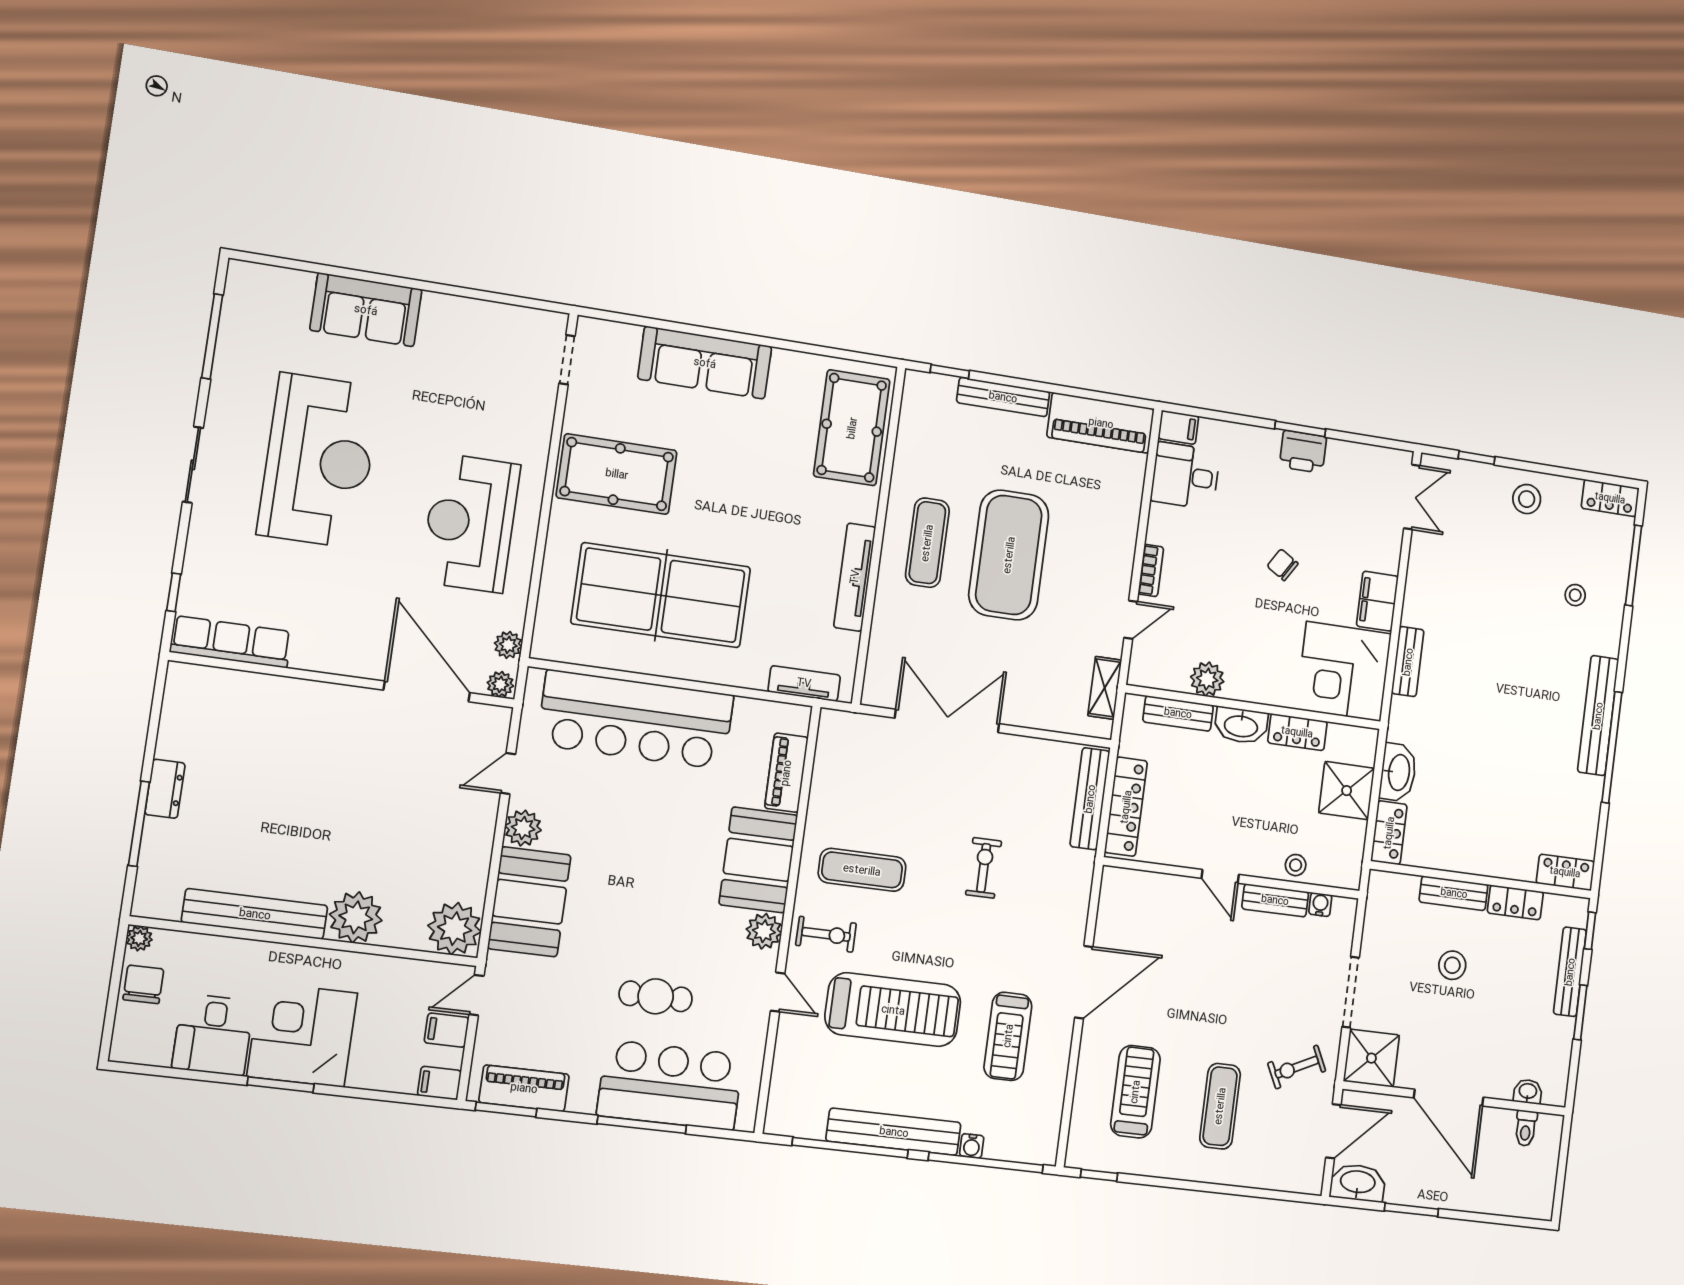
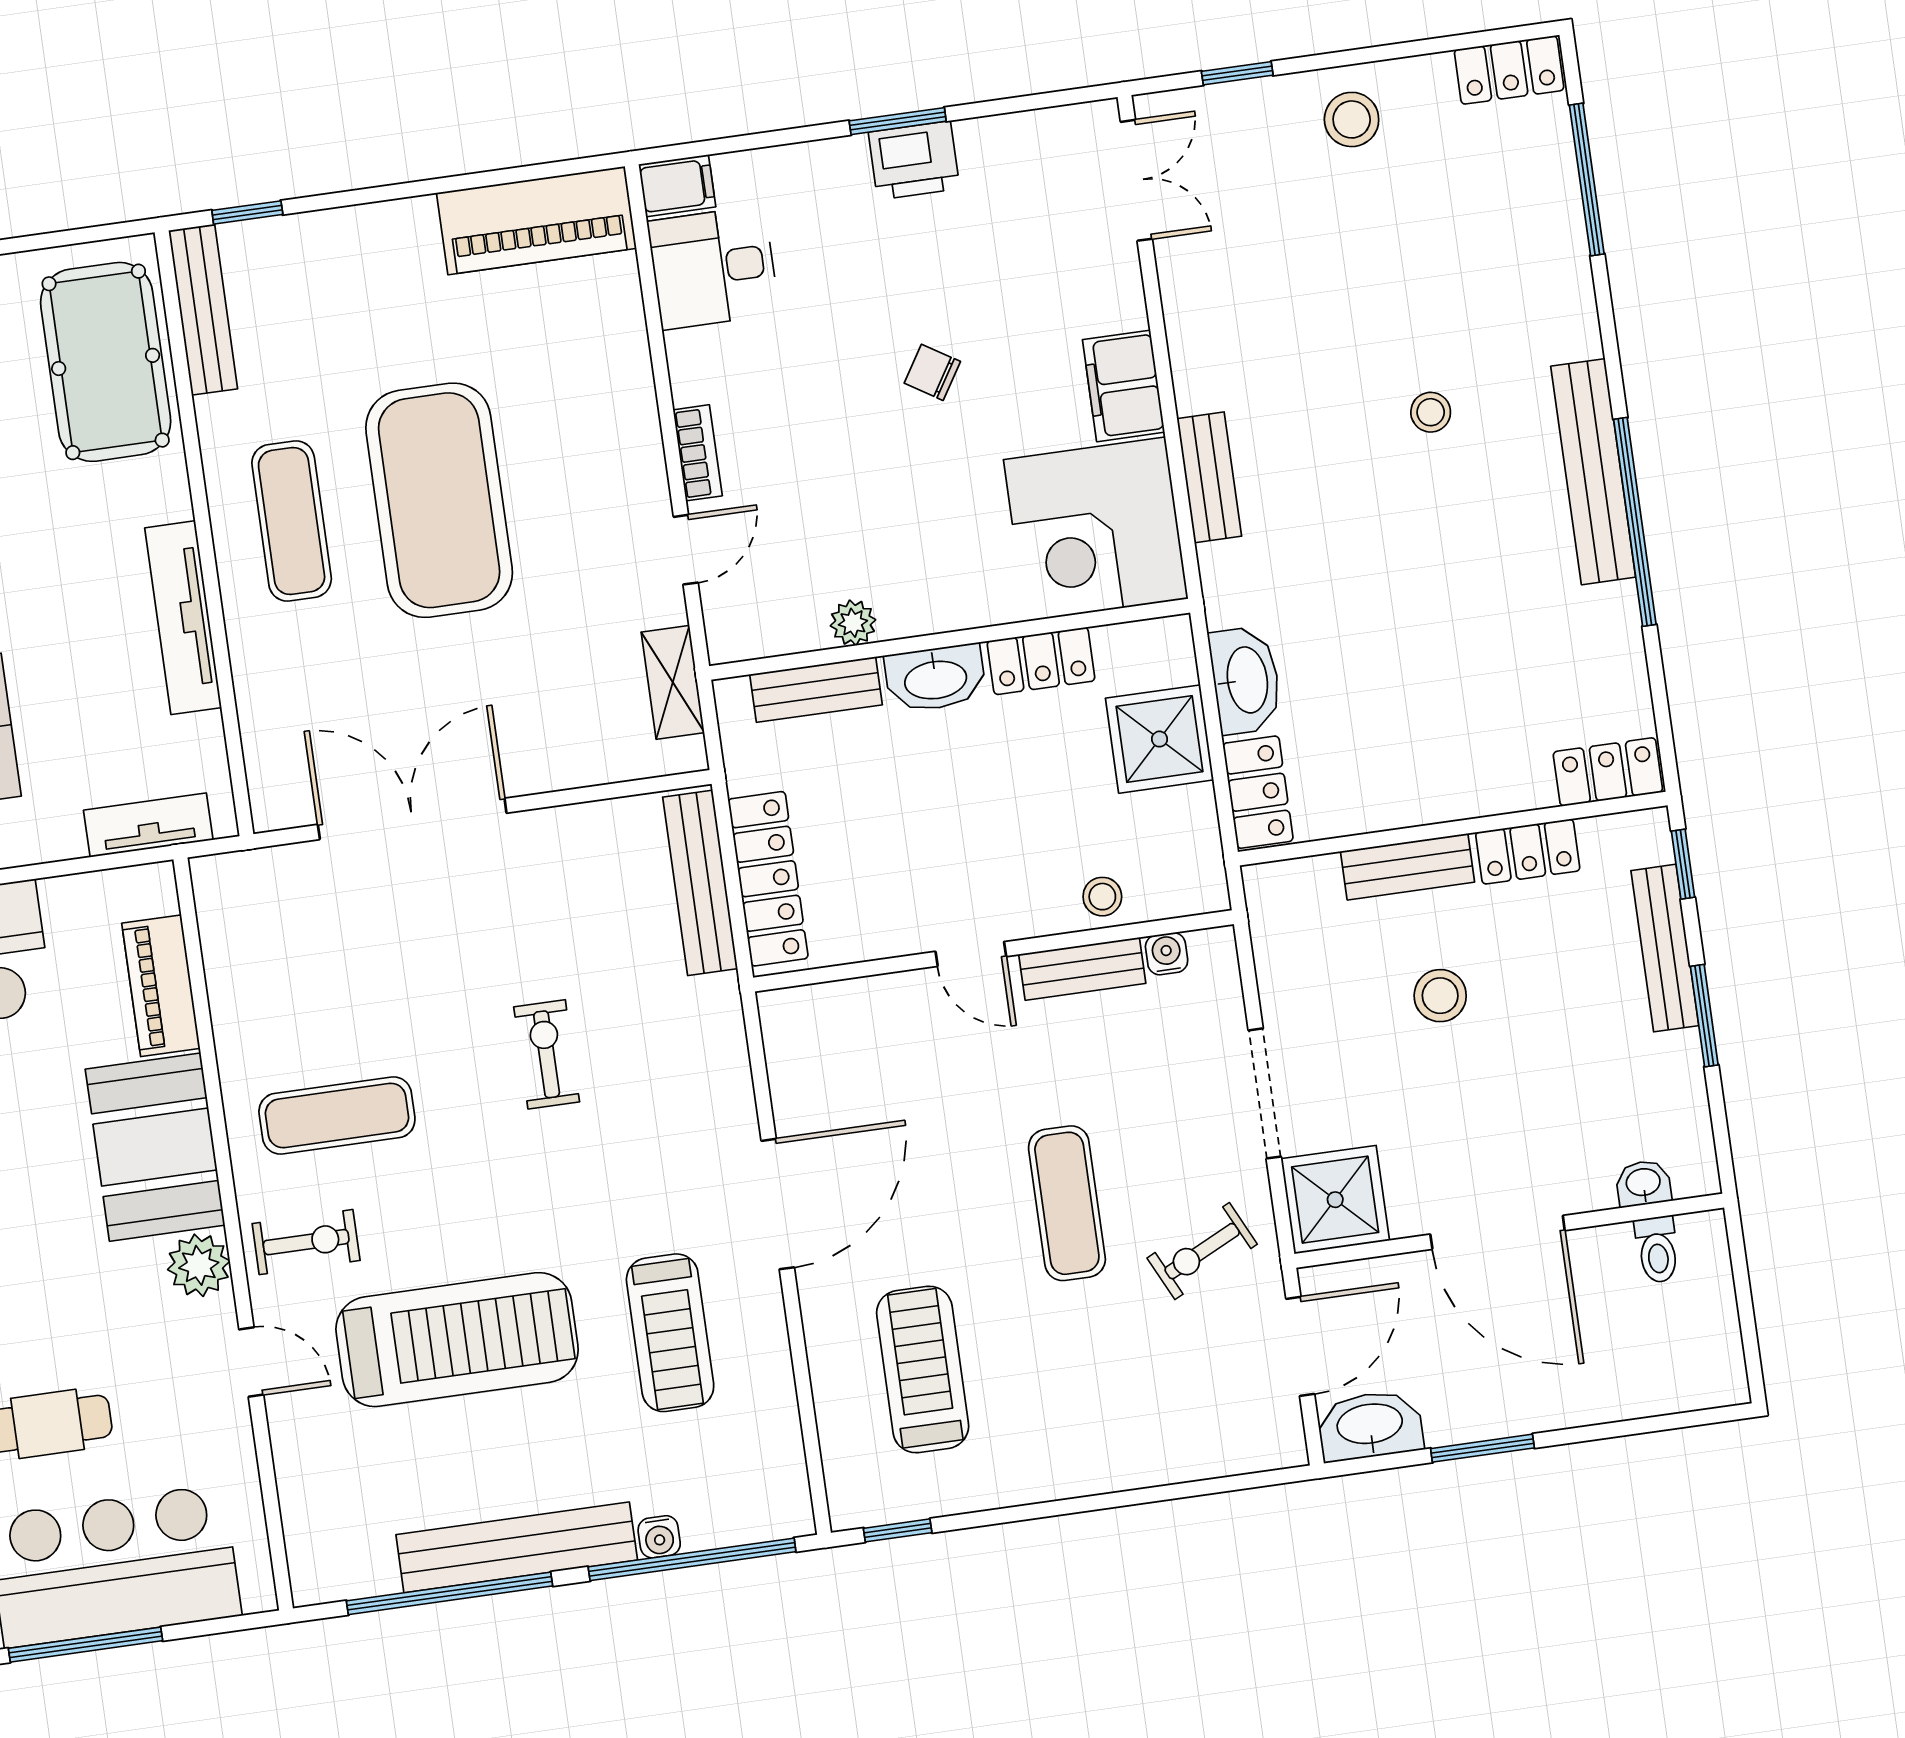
bench: (1003, 397) -> (203, 310), moved, turned 90
stool: (1575, 595) -> (1431, 412), moved
plant: (1207, 679) -> (853, 623), width x0.73, depth x0.73
exercise mat: (1220, 1106) -> (1067, 1203), moved

